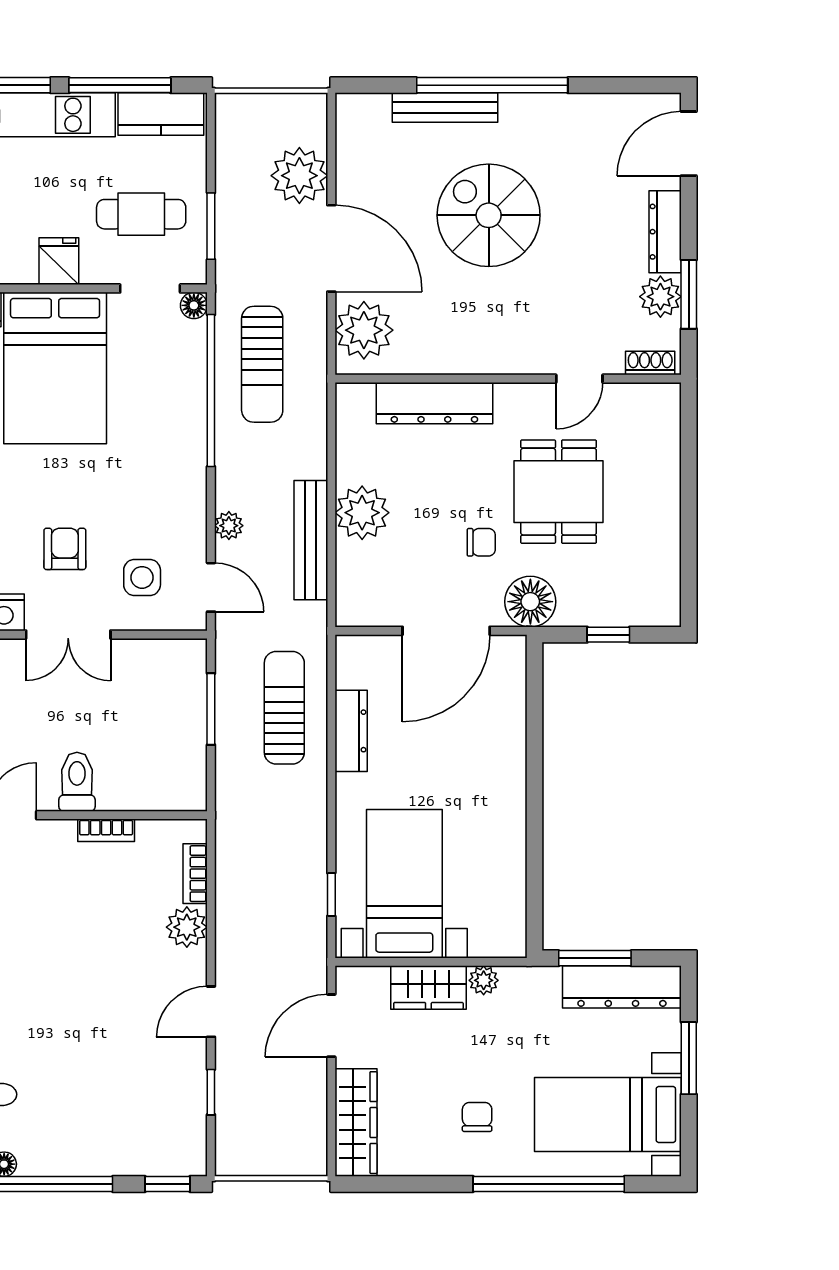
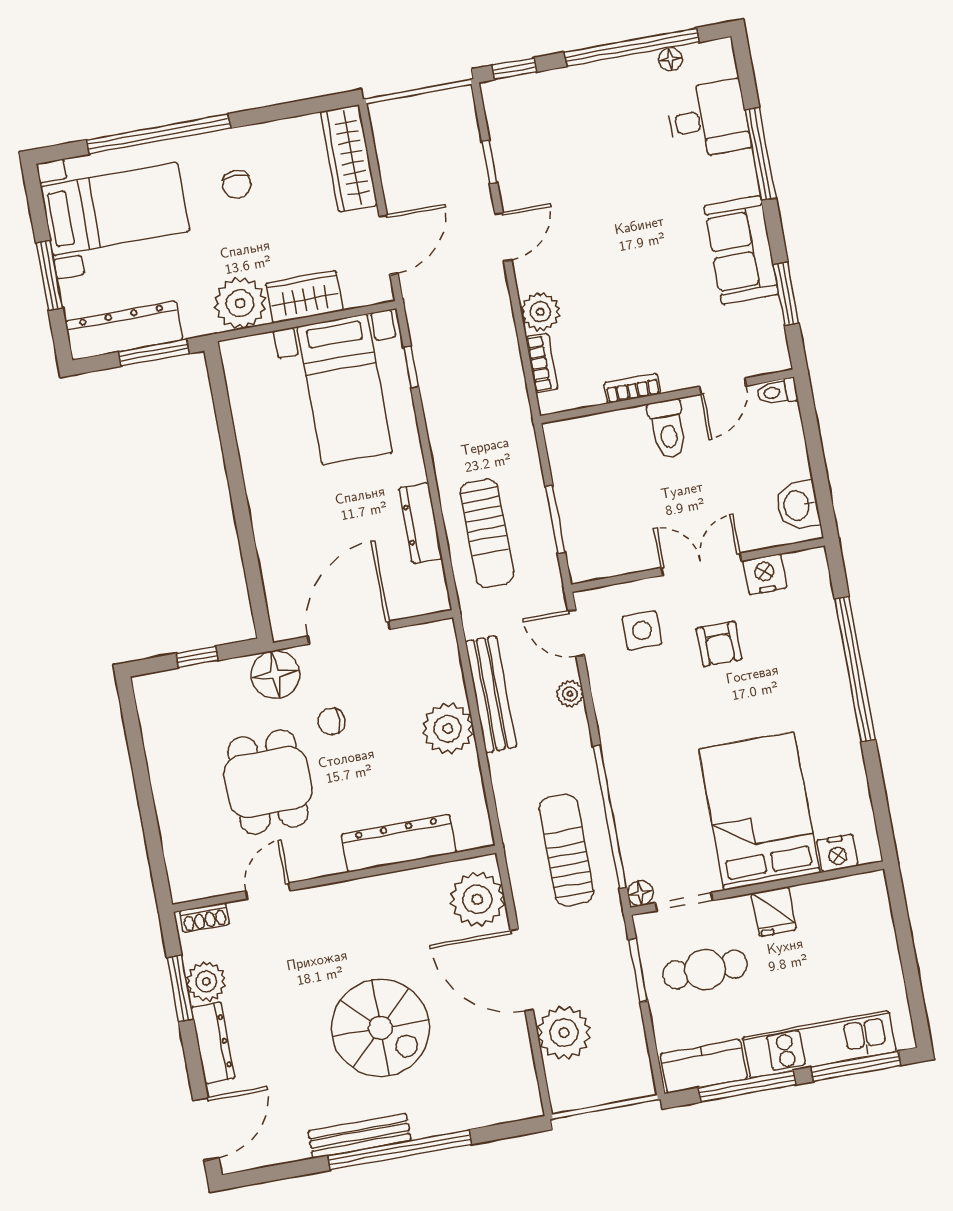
bench: (445, 107) -> (360, 1136), moved
plant: (484, 980) -> (240, 303), width x1.88, depth x1.88

